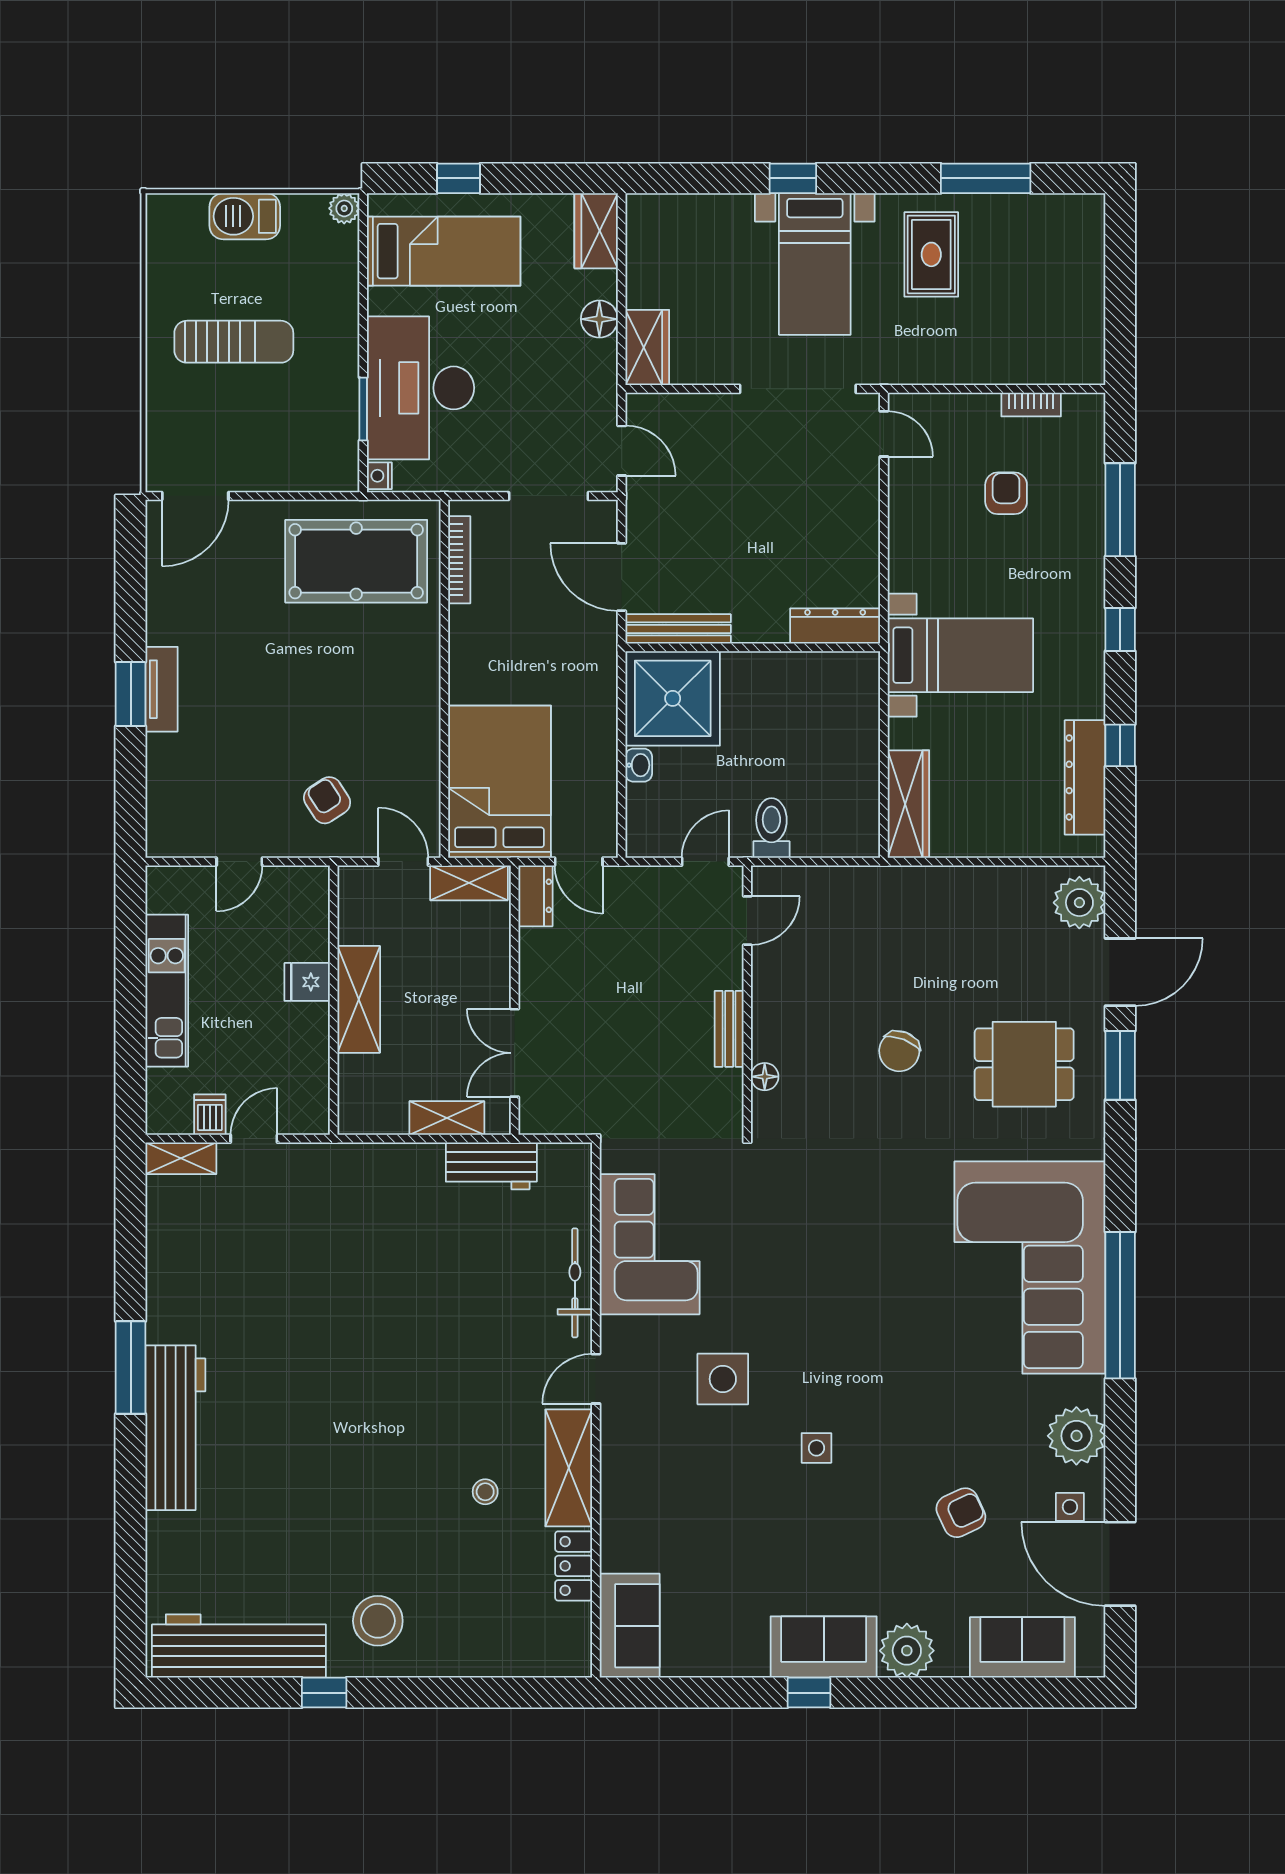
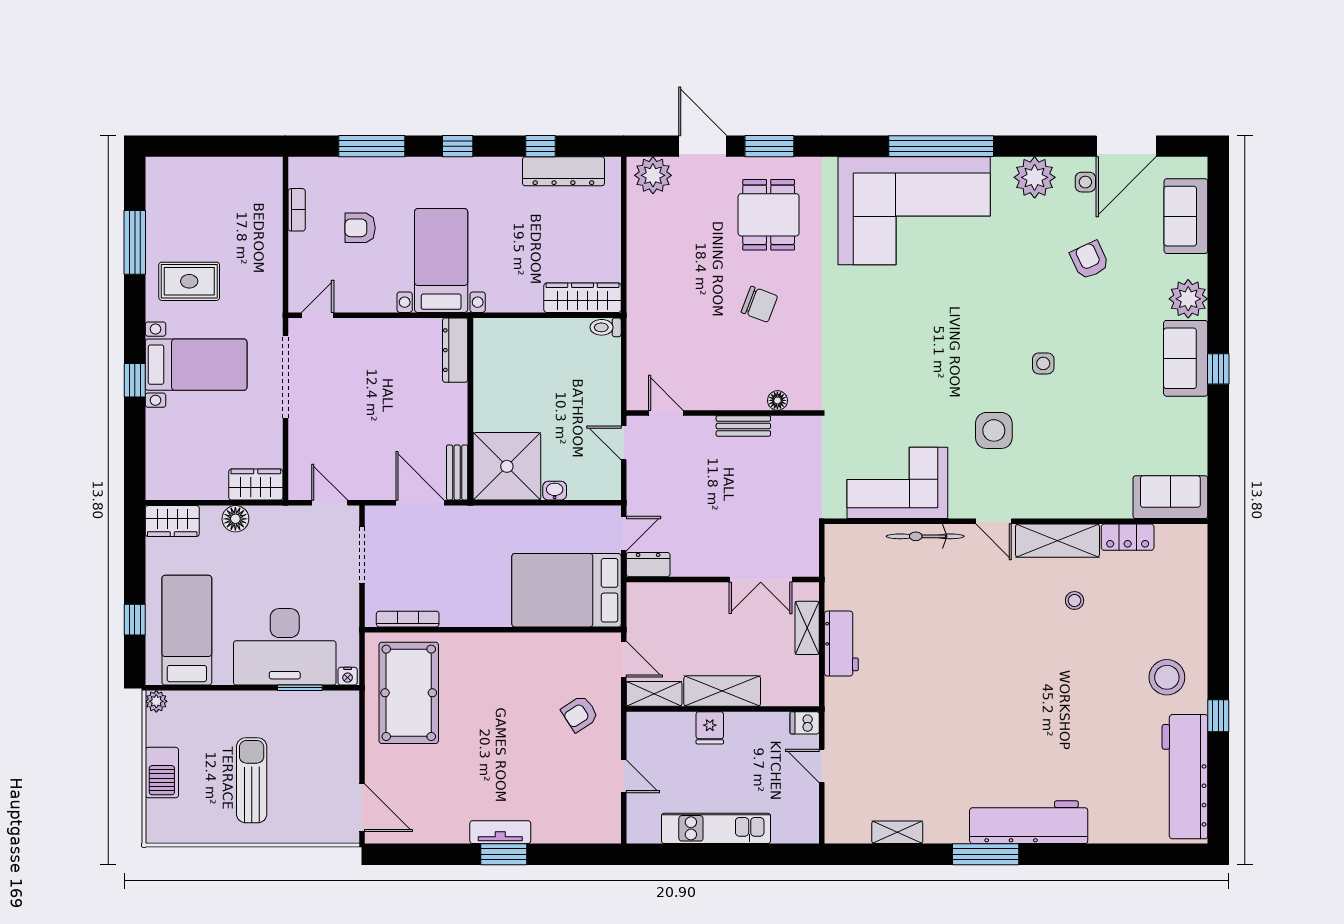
door: (622, 451) -> (330, 503), hinge flipped
door: (622, 577) -> (420, 503), swing flipped
bench: (678, 629) -> (457, 473), width x0.73
bed with nightstands: (960, 655) -> (441, 261), moved
toilet: (771, 828) -> (606, 327), moved, width x0.73, depth x0.72
door: (403, 862) -> (624, 659), swing flipped
shelving: (469, 883) -> (654, 694), moved, turned 90
dishwasher: (210, 1115) -> (805, 723), moved
shelving: (181, 1158) -> (897, 832), moved, turned 90
workbench: (491, 1166) -> (841, 644), moved

